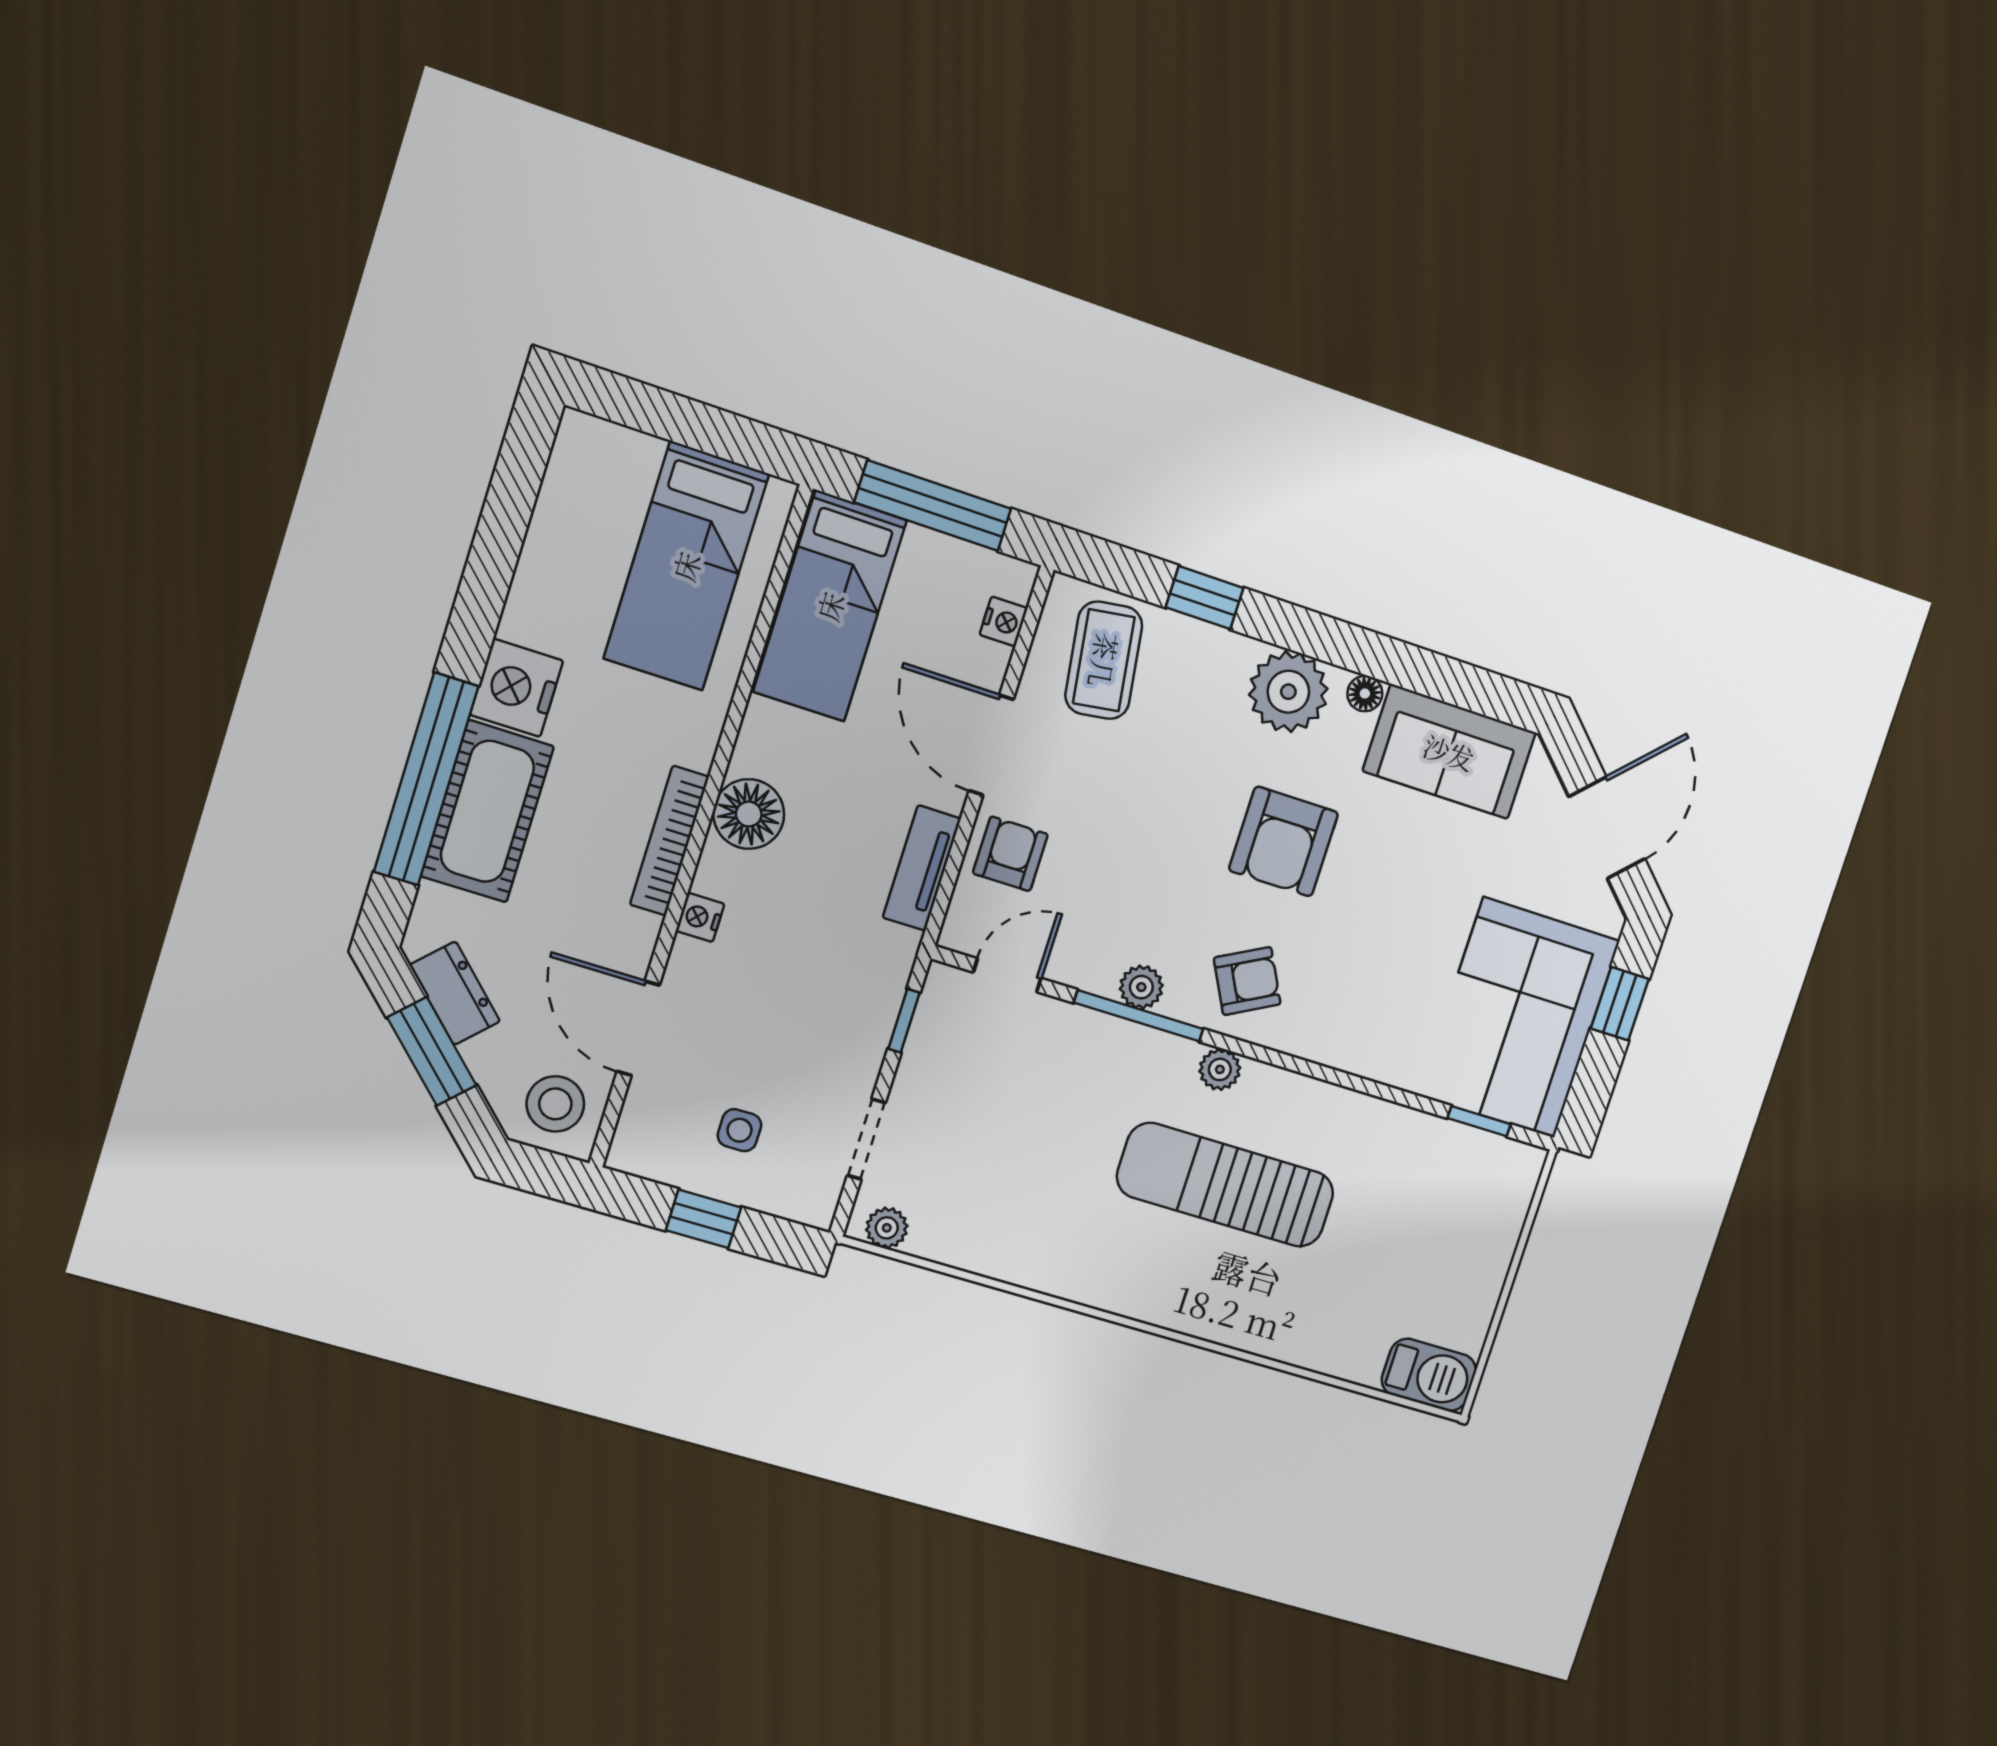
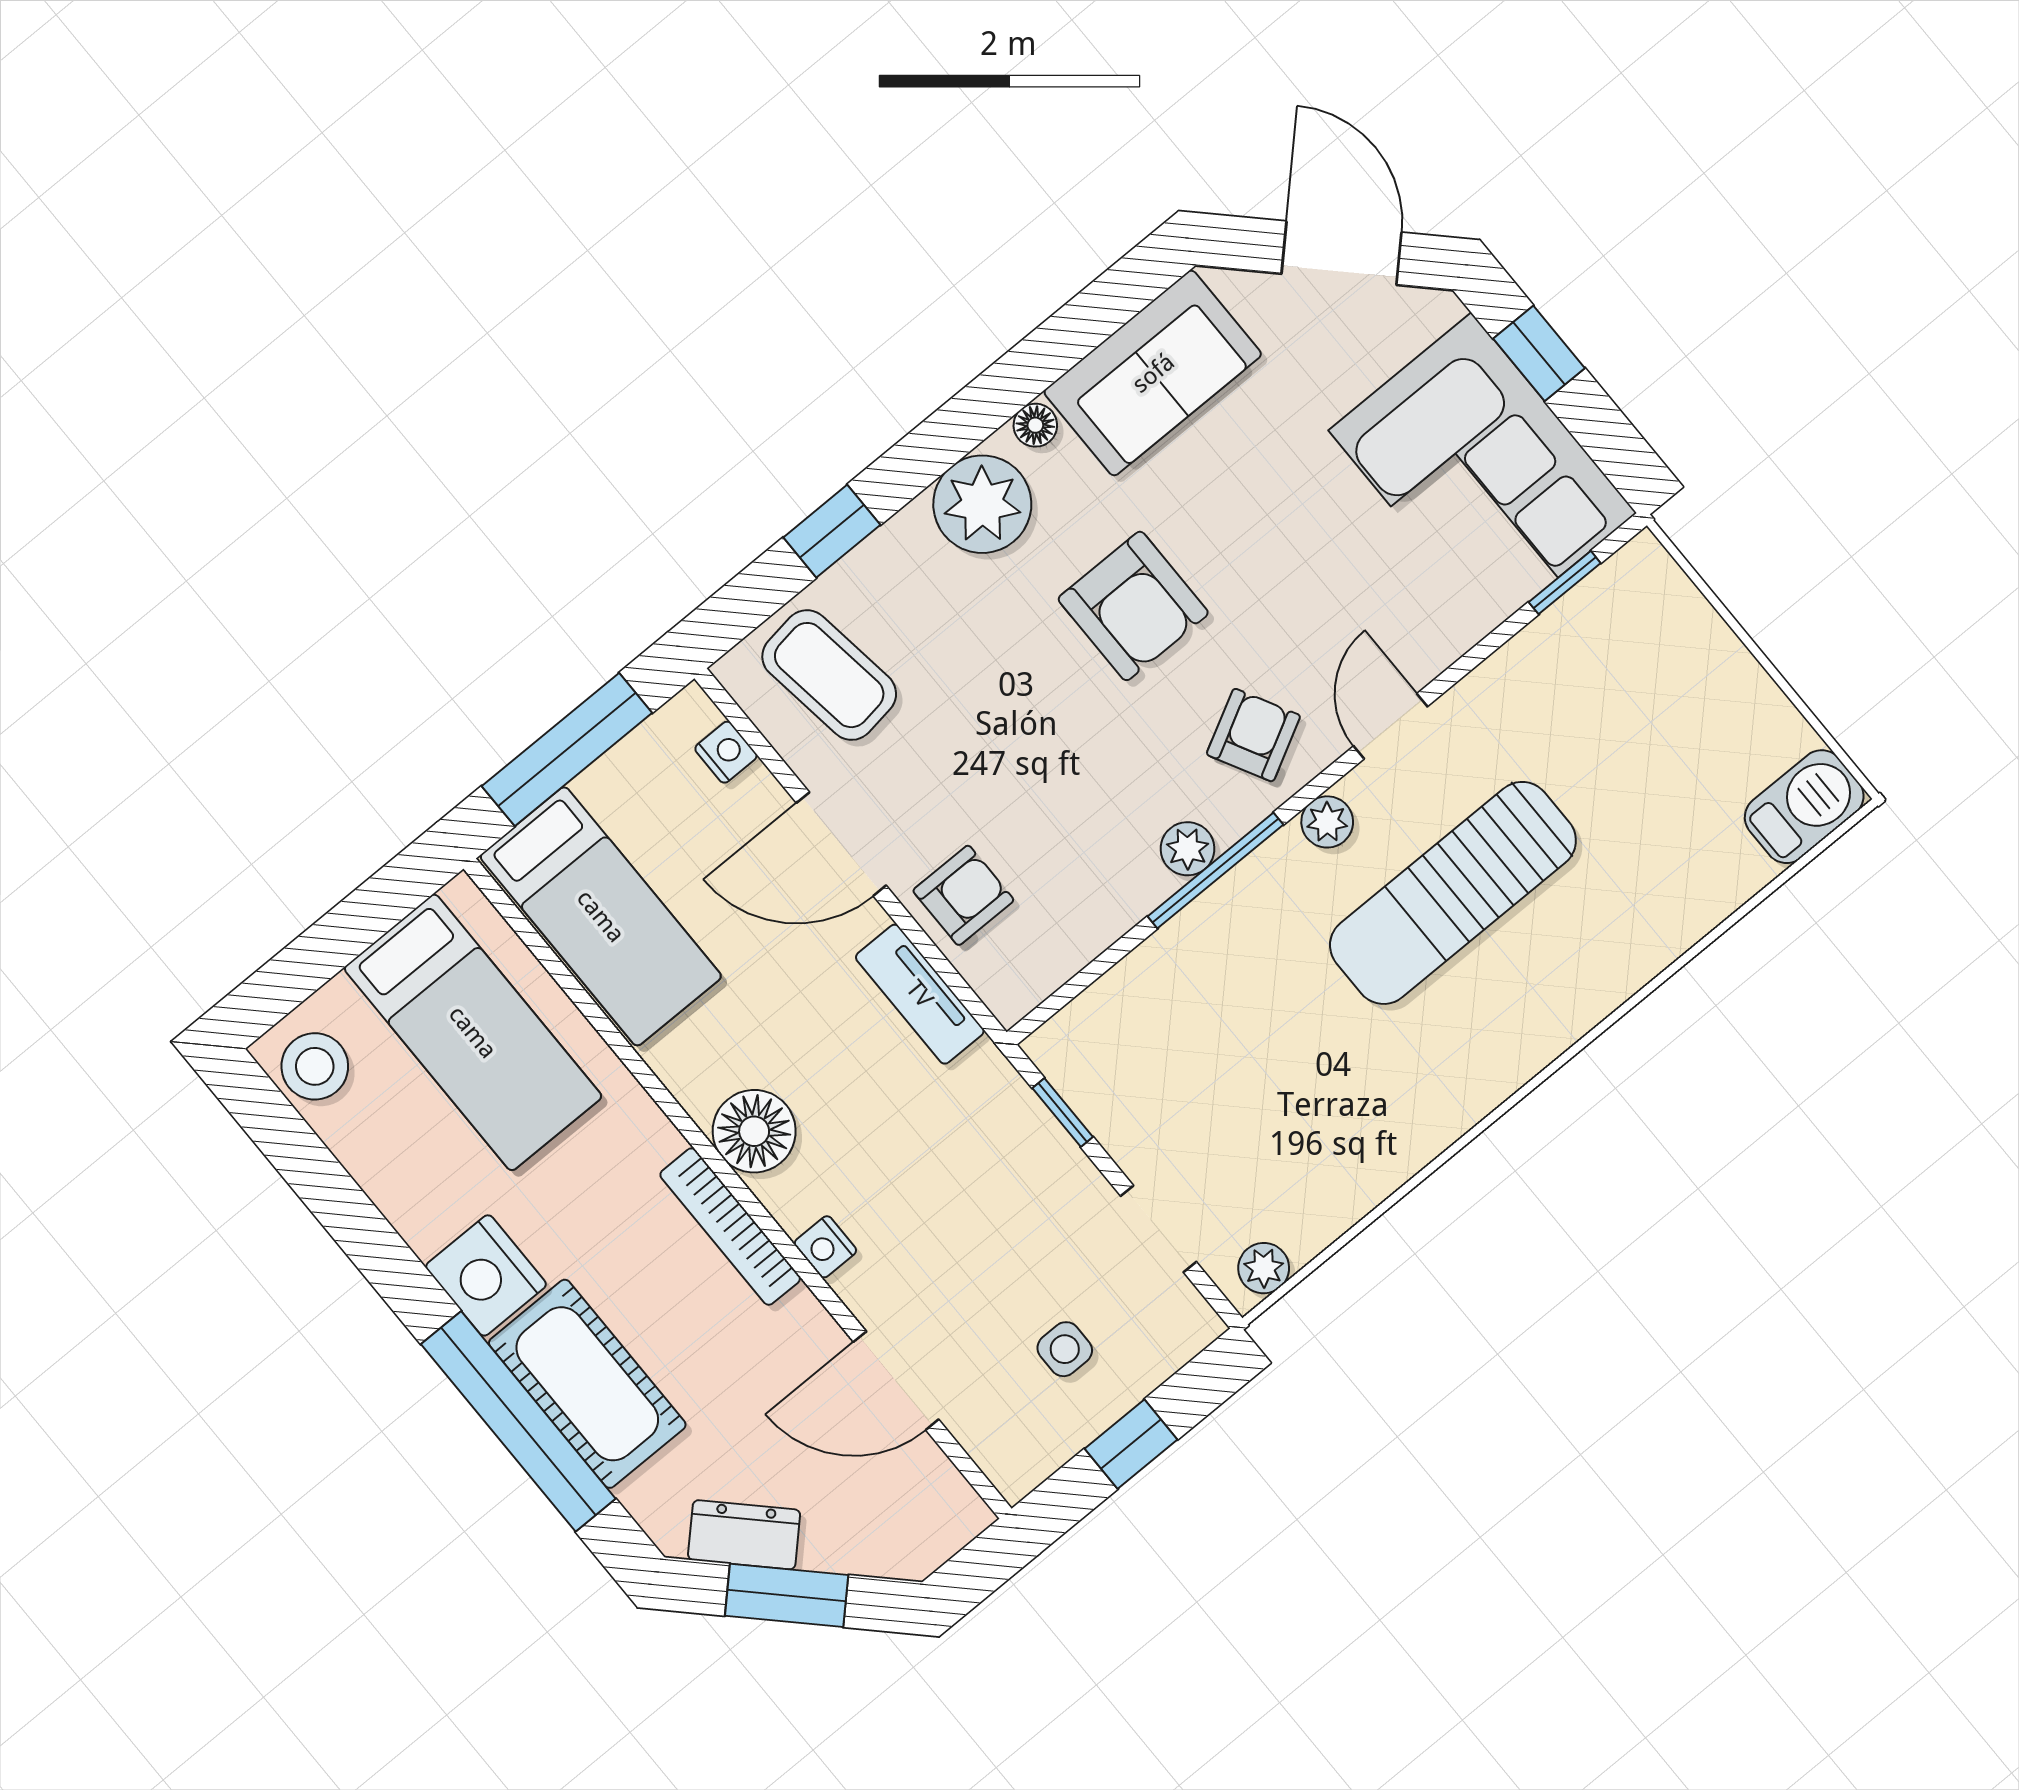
armchair: (1010, 854) -> (963, 895), turned 90
door: (1007, 975) -> (1391, 726), moved
stool: (555, 1104) -> (315, 1066), moved

